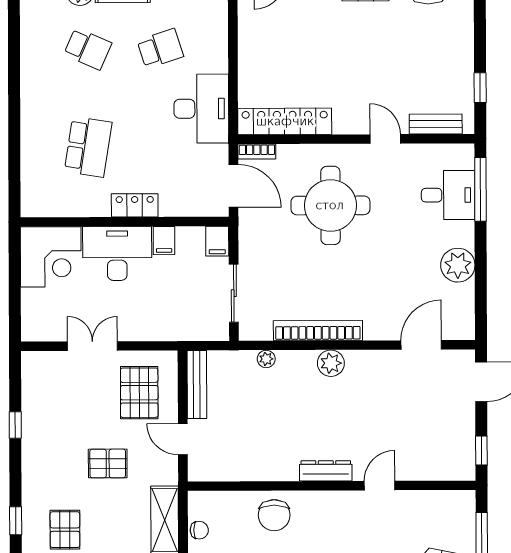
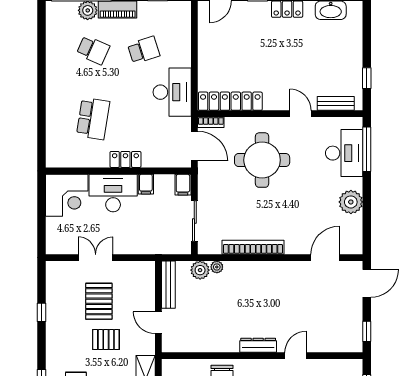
desk: (448, 195) -> (344, 153), width x1.37
plant: (331, 363) -> (200, 270), moved
pallet: (139, 393) -> (99, 301), moved

